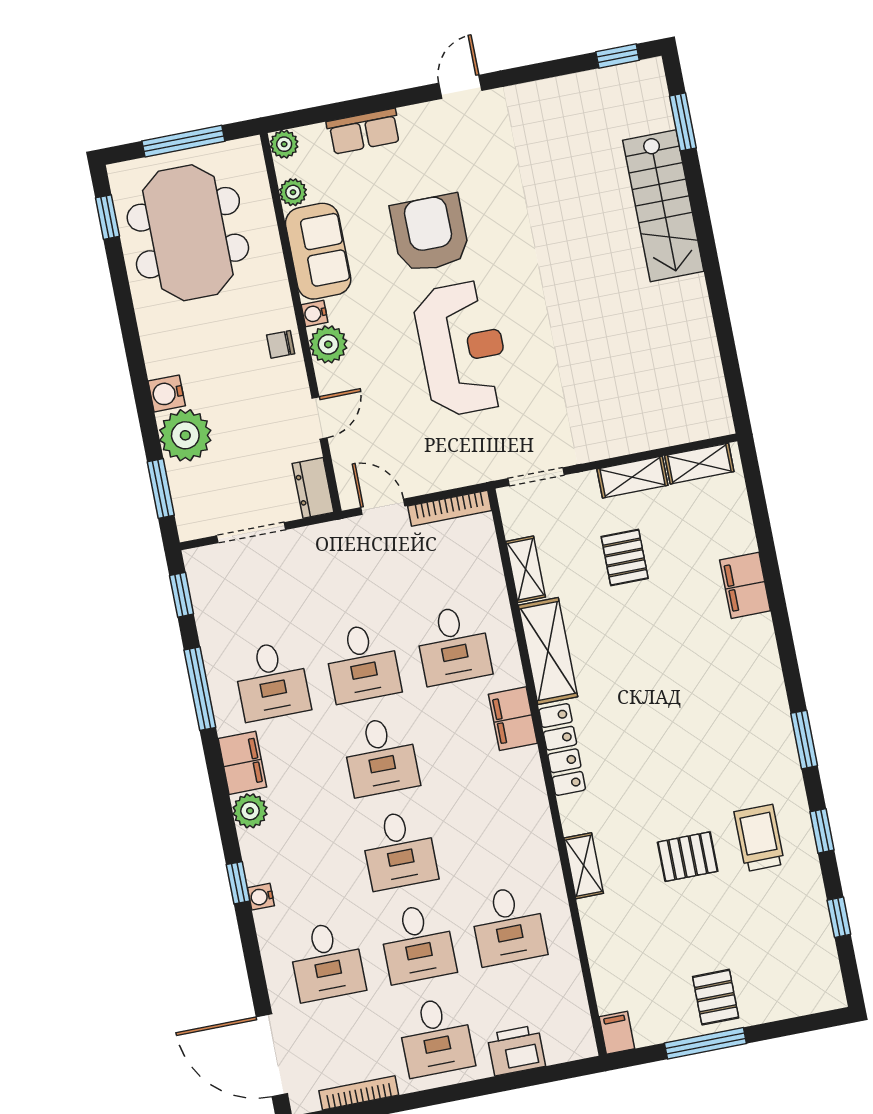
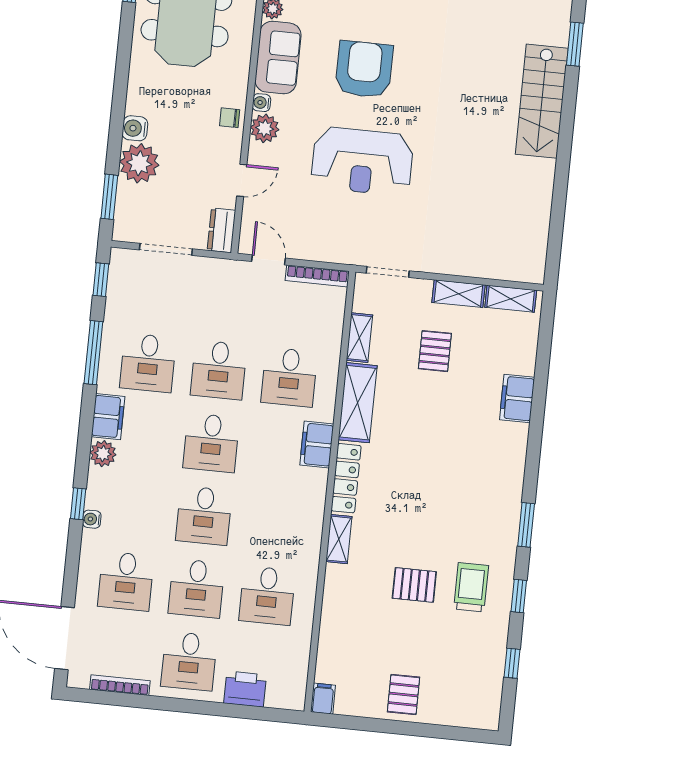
reception desk: (462, 348) -> (362, 161), turned 90
shelving: (584, 866) -> (339, 539), moved
window: (705, 1043) -> (386, 726), removed

